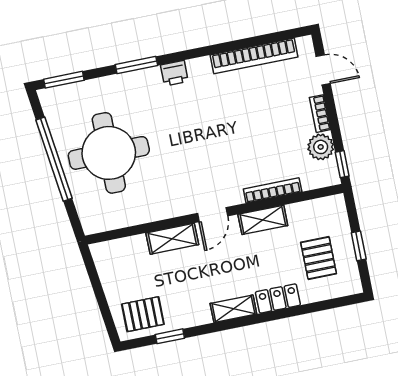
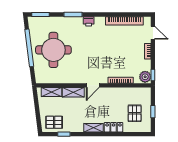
plant: (321, 147) -> (145, 77), moved
shelving: (263, 220) -> (51, 92), moved

